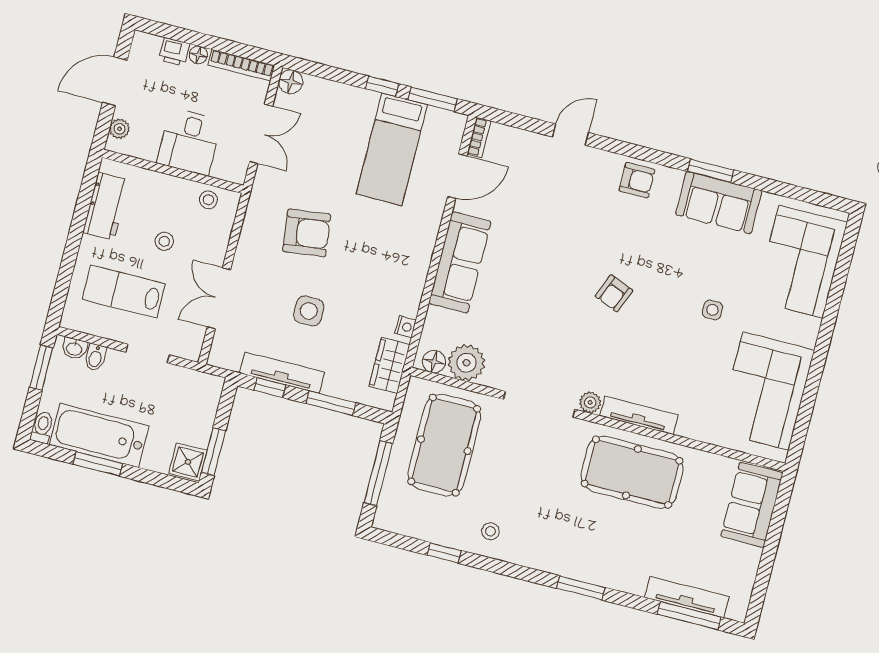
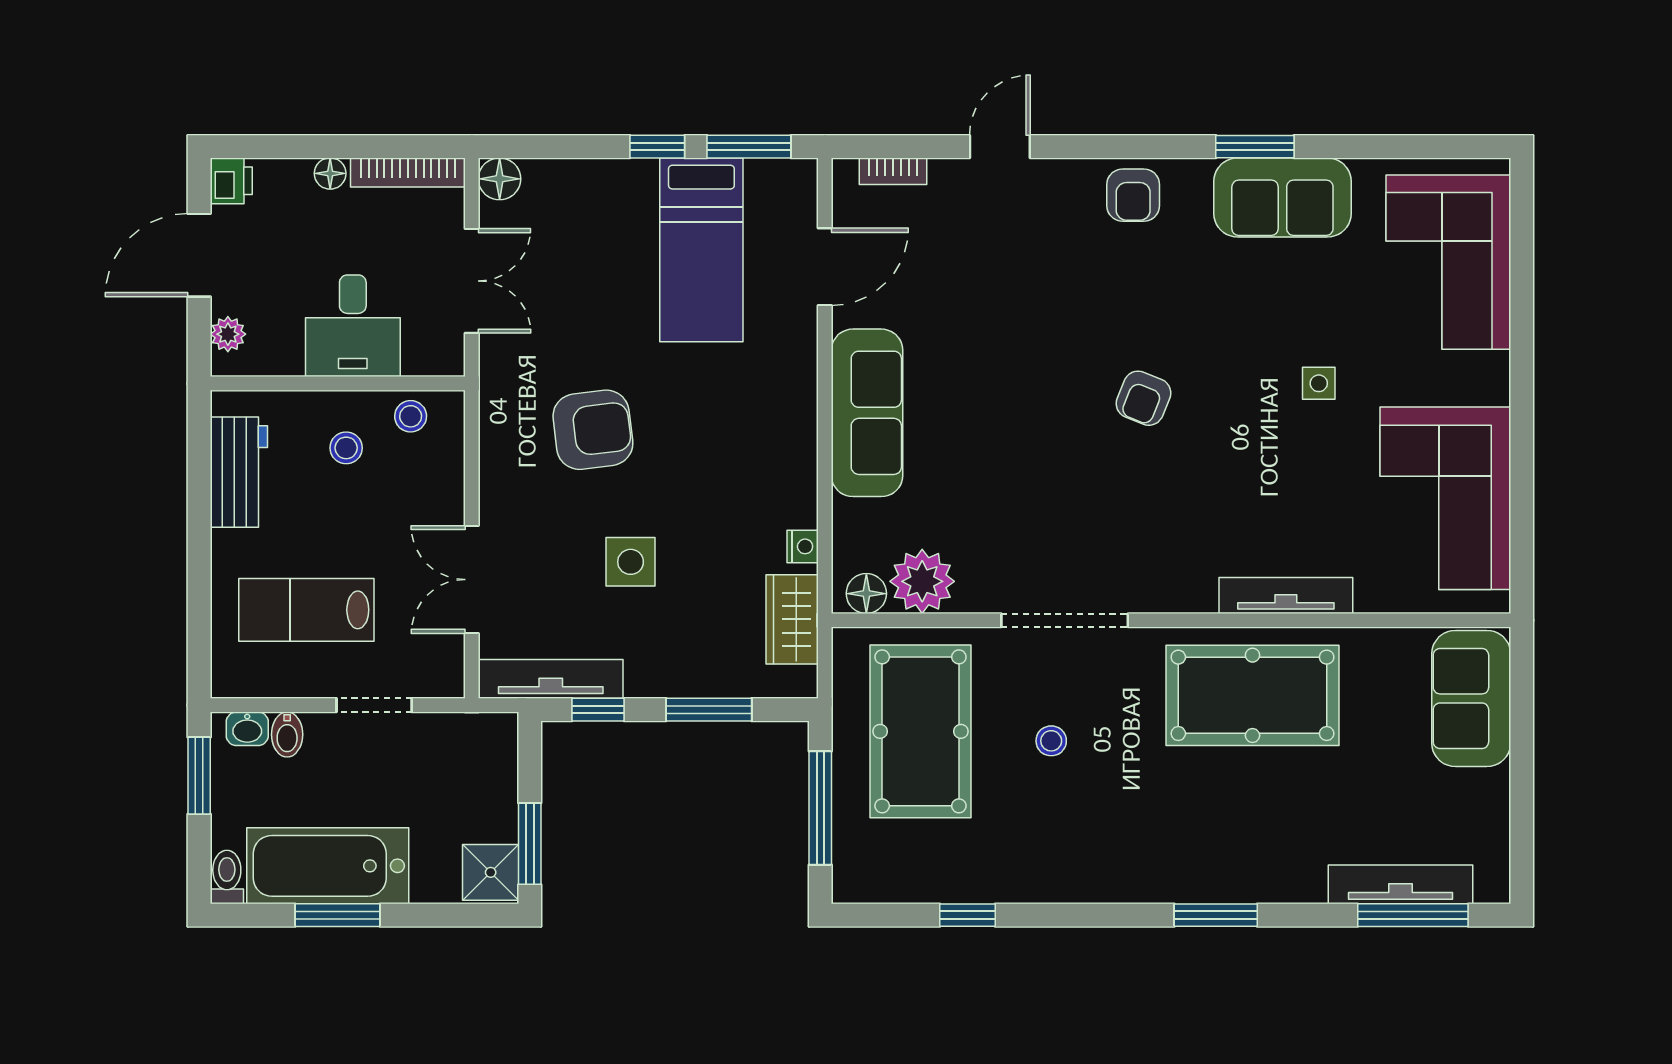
printer: (174, 52) -> (231, 181), moved, turned -90
bookcase: (479, 137) -> (893, 171), moved, turned 90
armchair: (637, 180) -> (1133, 195), turned 90
stool: (164, 241) -> (346, 448), moved
tv unit: (282, 373) -> (551, 679), moved
plant: (590, 402) -> (1151, 595), removed
tv unit: (639, 415) -> (1286, 595), moved
stool: (490, 531) -> (1051, 741), moved

